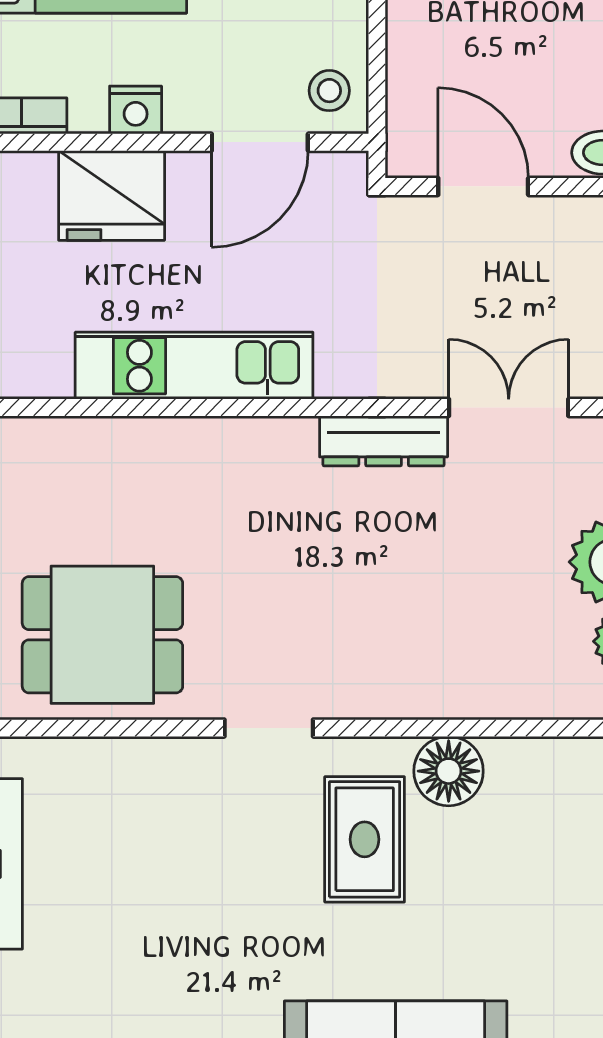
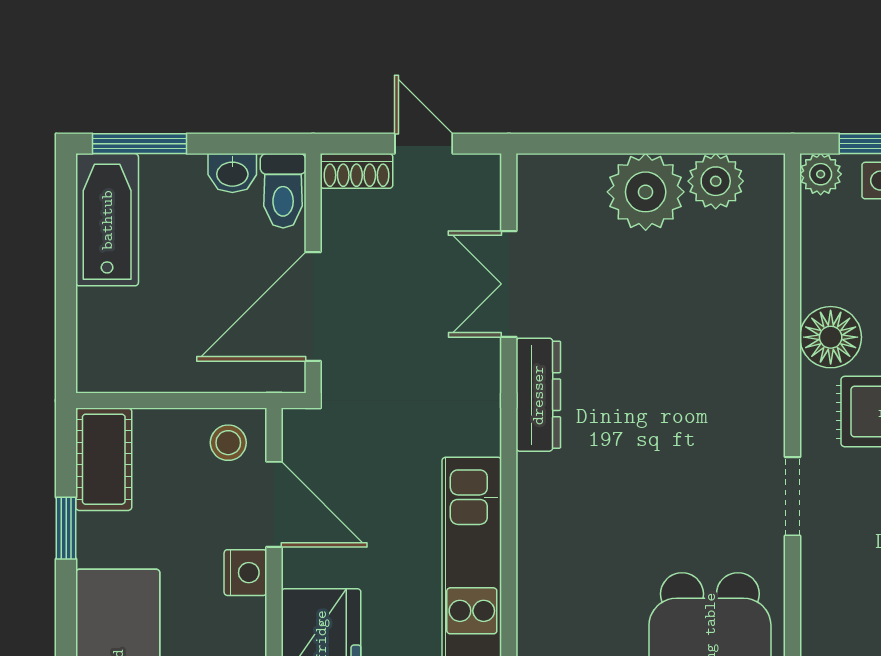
nightstand: (136, 110) -> (245, 573), moved
door: (483, 186) -> (313, 306), width x1.36

